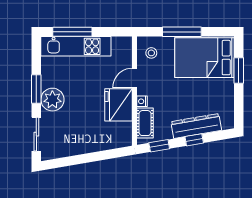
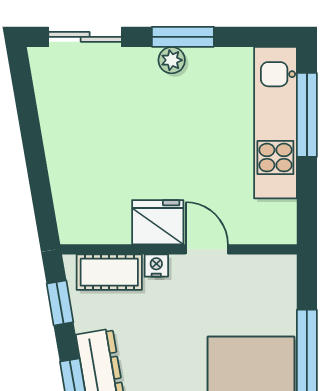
stool: (151, 53) -> (261, 286), removed
plant: (52, 100) -> (172, 60), width x0.53, depth x0.53
fridge: (118, 105) -> (158, 222), width x0.73, depth x0.75

